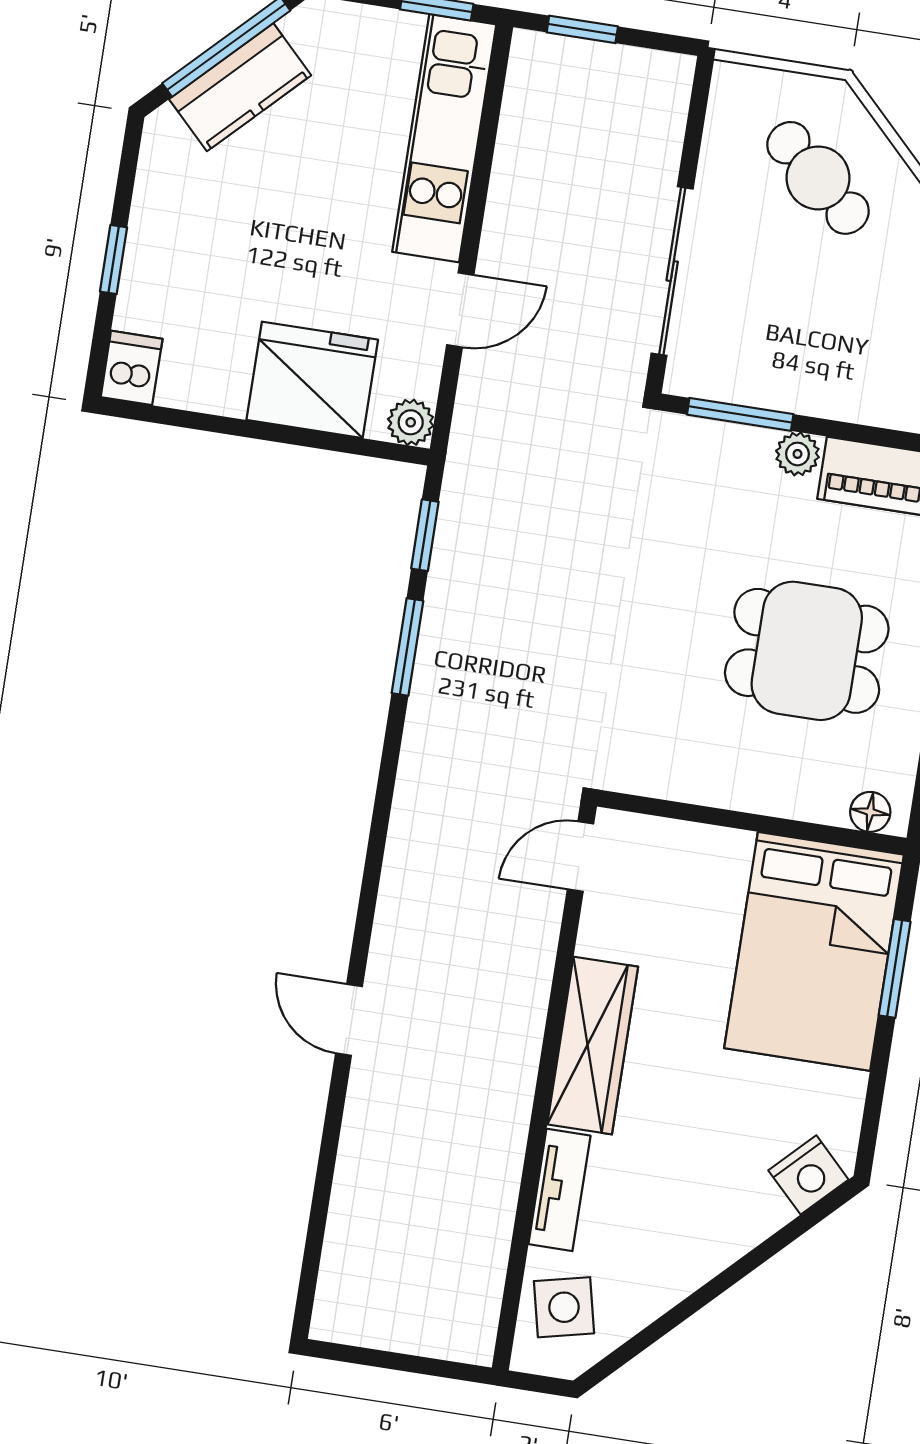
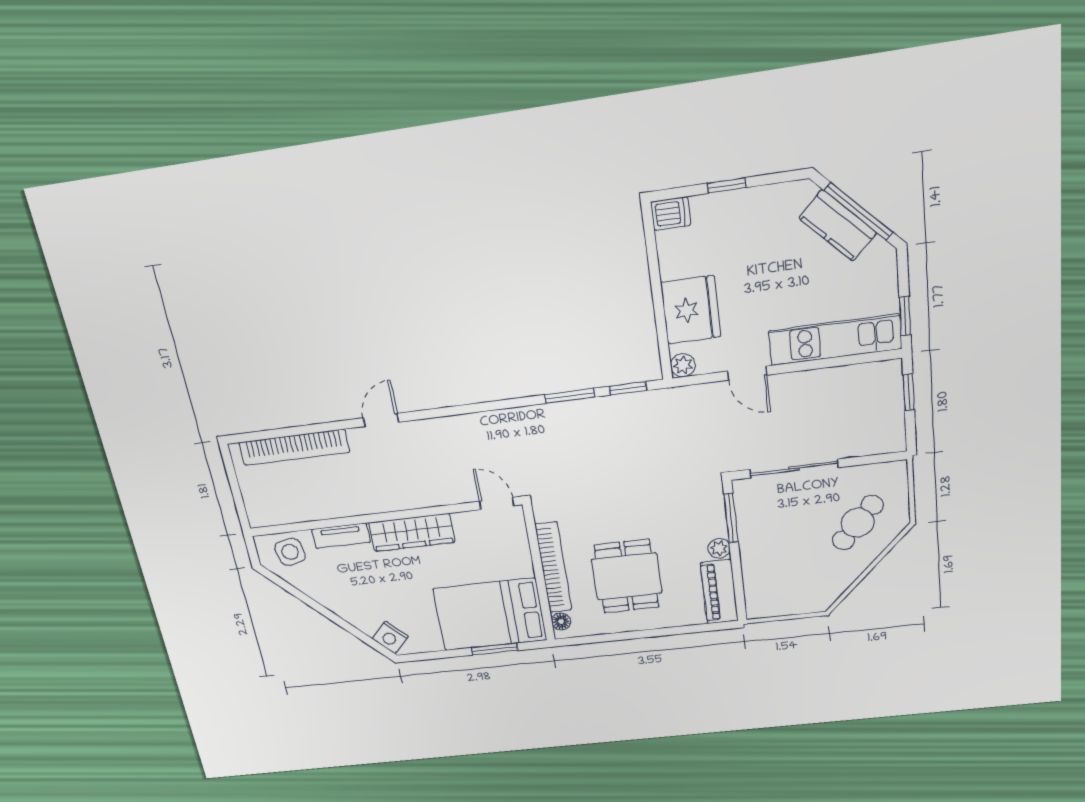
bookcase: (747, 790) -> (553, 567), added
bookcase: (353, 1210) -> (294, 447), added

